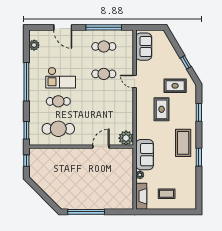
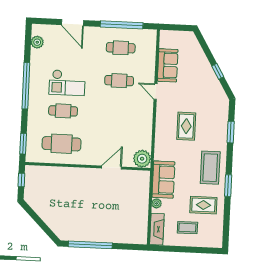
sofa: (144, 47) -> (168, 65), moved
rug: (175, 86) -> (203, 205), moved

